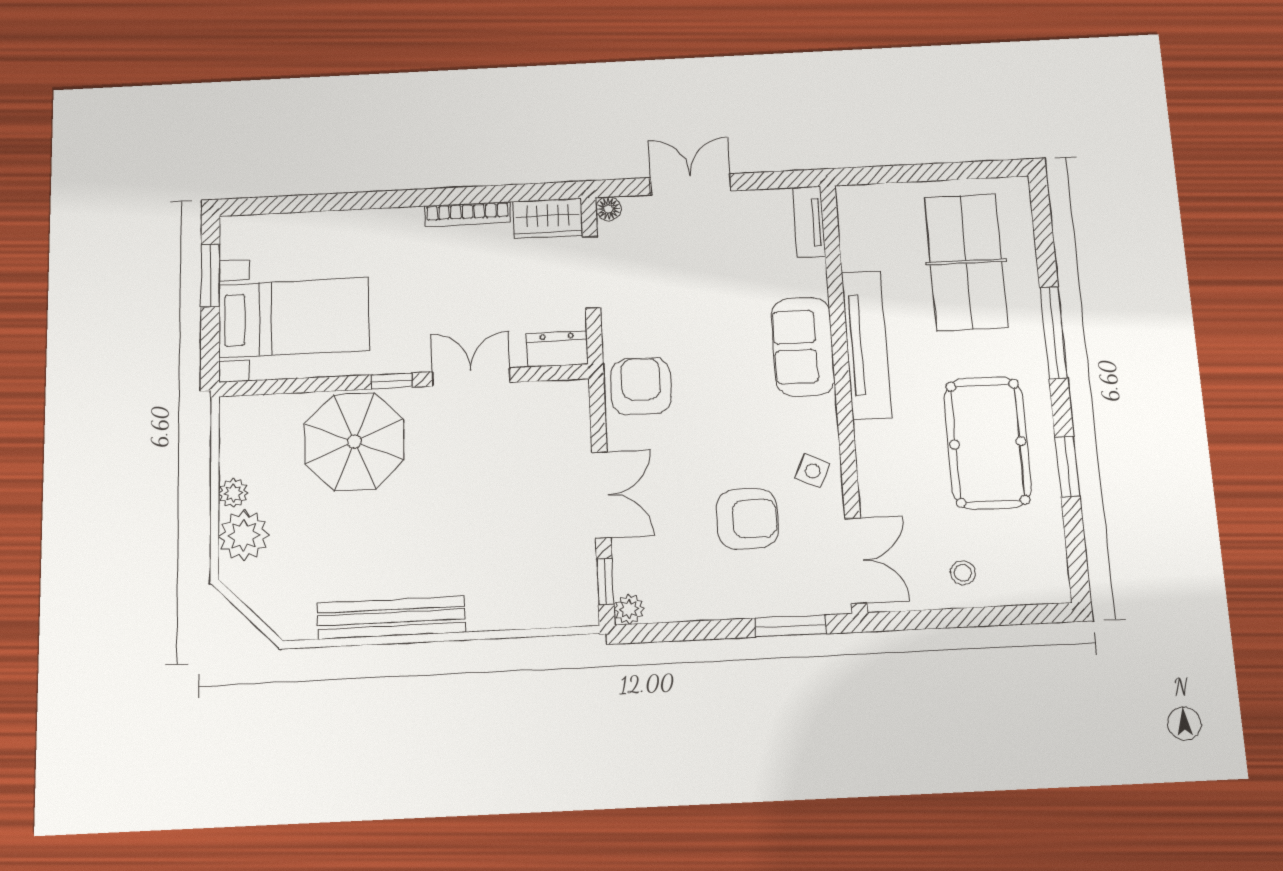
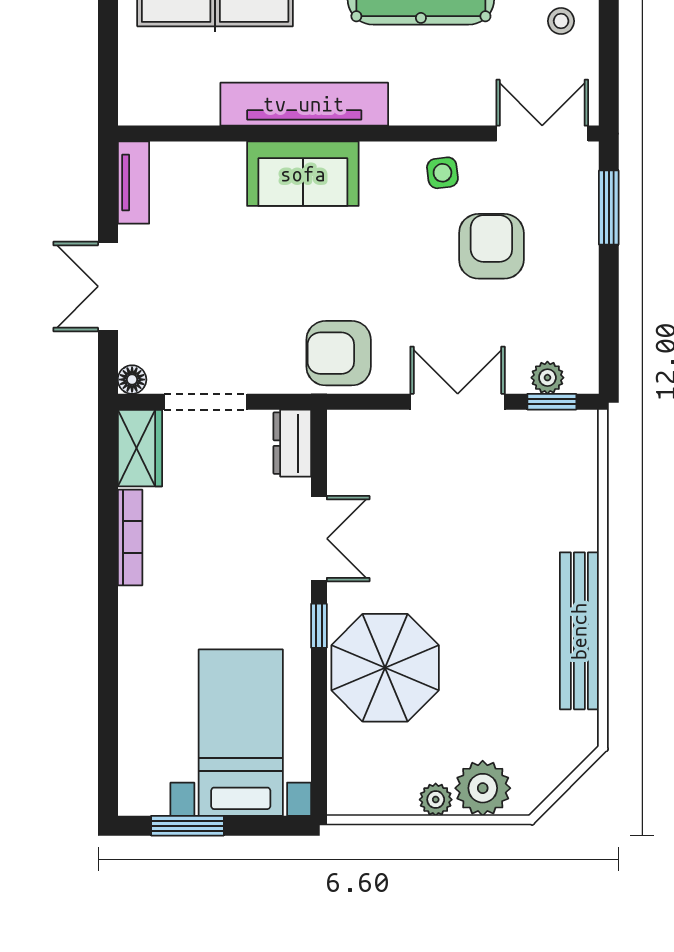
tv unit: (809, 222) -> (133, 183), moved, turned -90
double door: (471, 377) -> (319, 539), swing flipped
side table: (813, 471) -> (442, 173), turned -32
plant: (629, 609) -> (547, 378), moved

